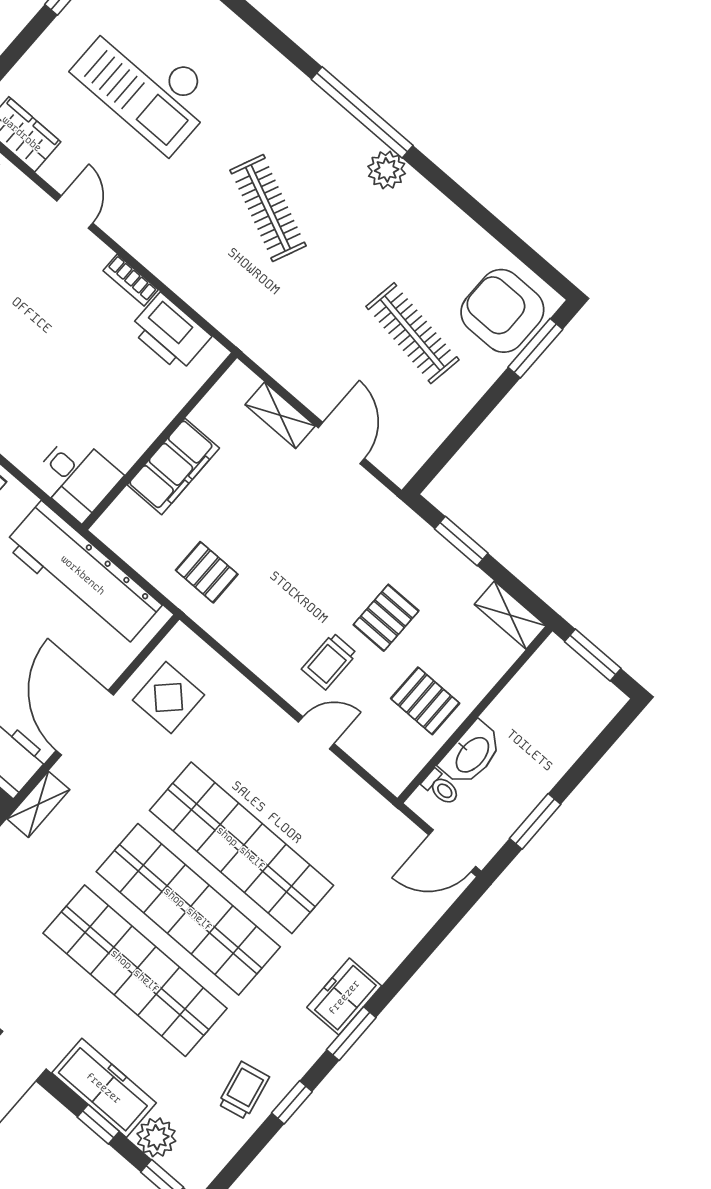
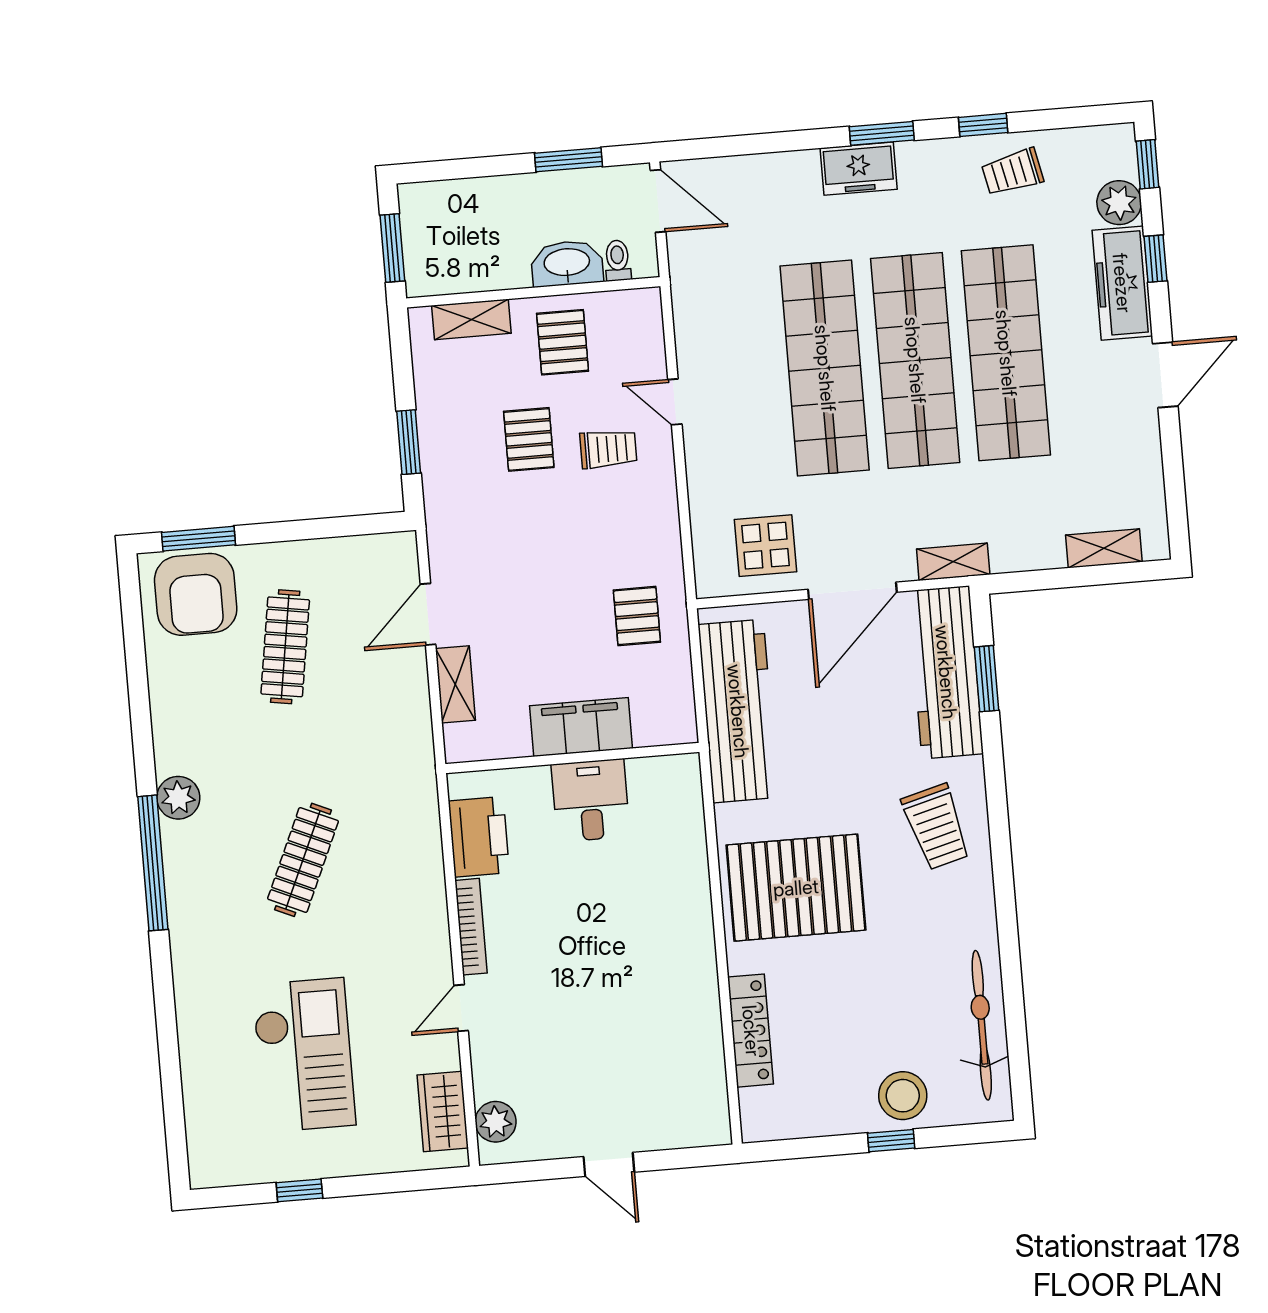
bookcase: (131, 280) -> (471, 927), width x1.56
desk: (77, 477) -> (591, 800), moved
shelving: (510, 615) -> (471, 319), moved, turned 90
pallet: (386, 618) -> (529, 439), turned 90

